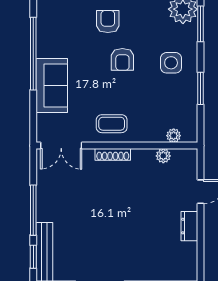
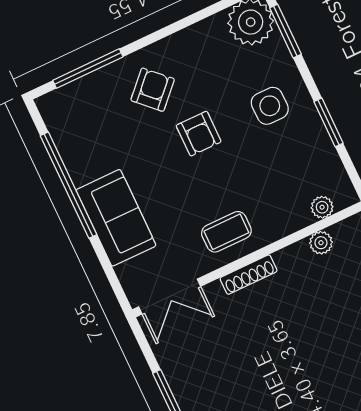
armchair: (108, 21) -> (153, 90), turned 44

